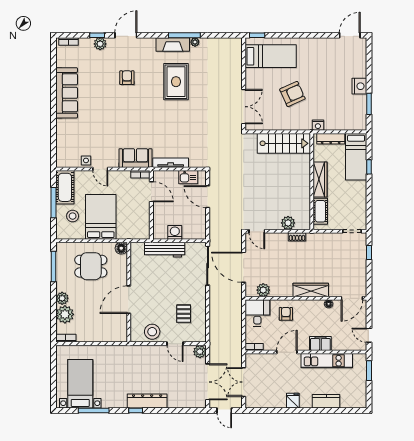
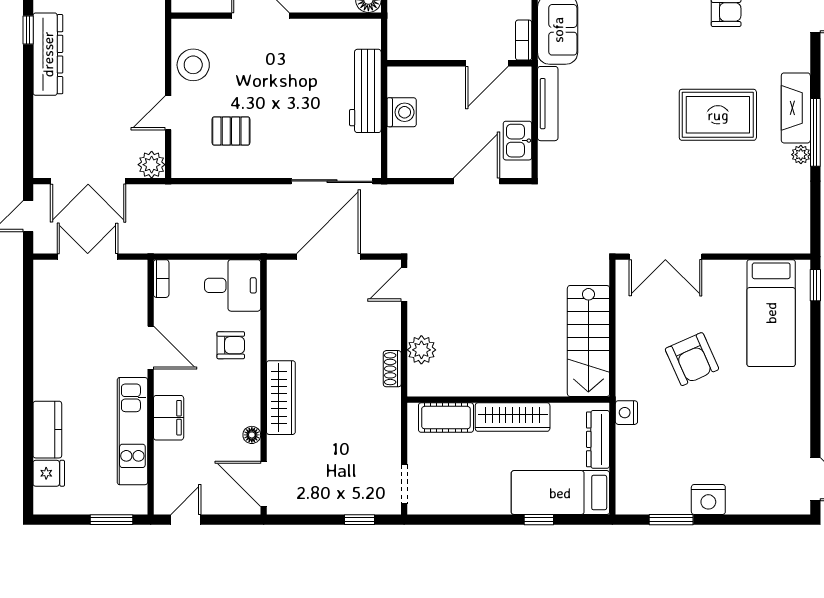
plant: (263, 290) -> (281, 298), removed
fridge: (293, 401) -> (49, 473), moved

